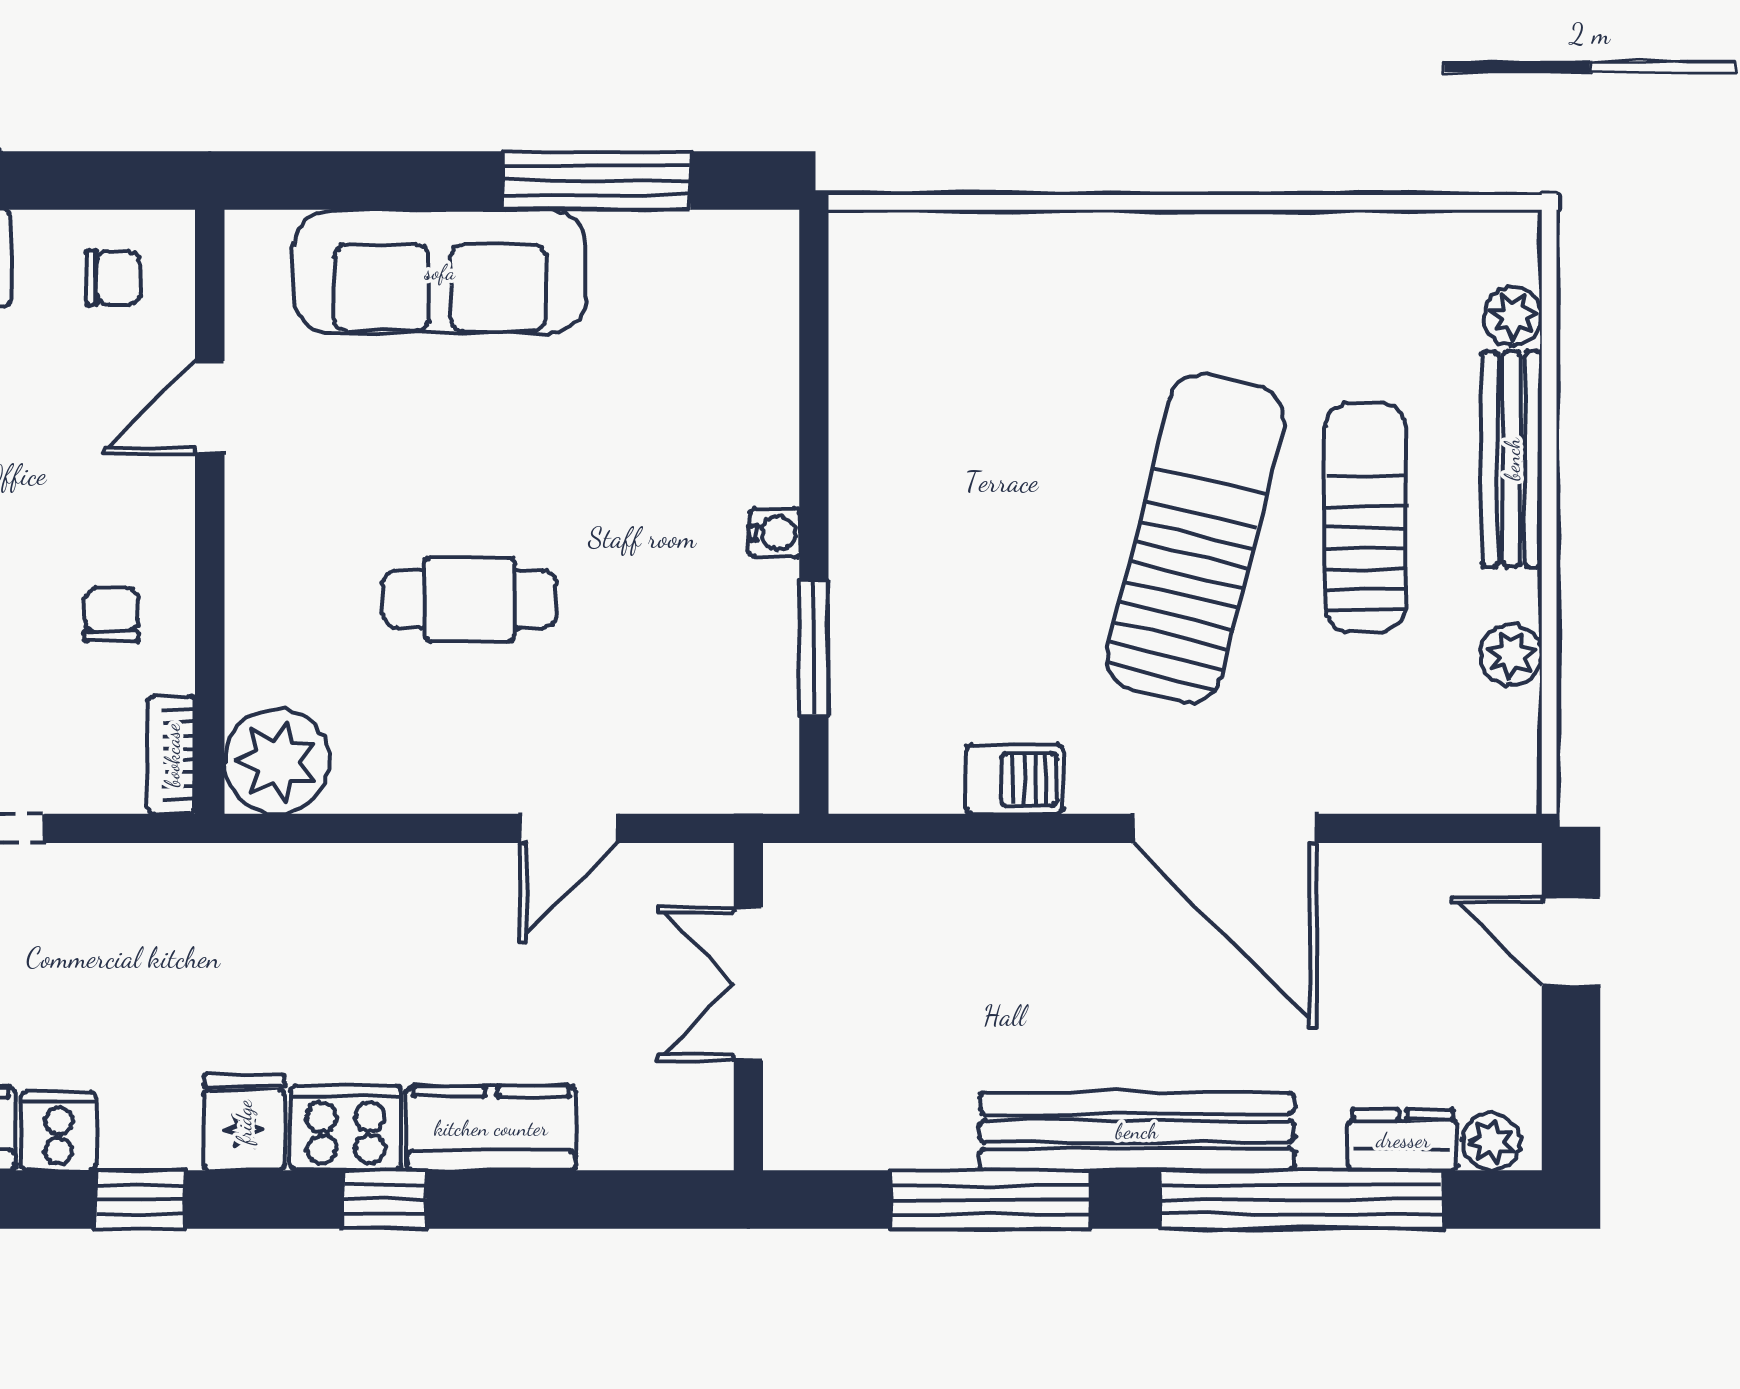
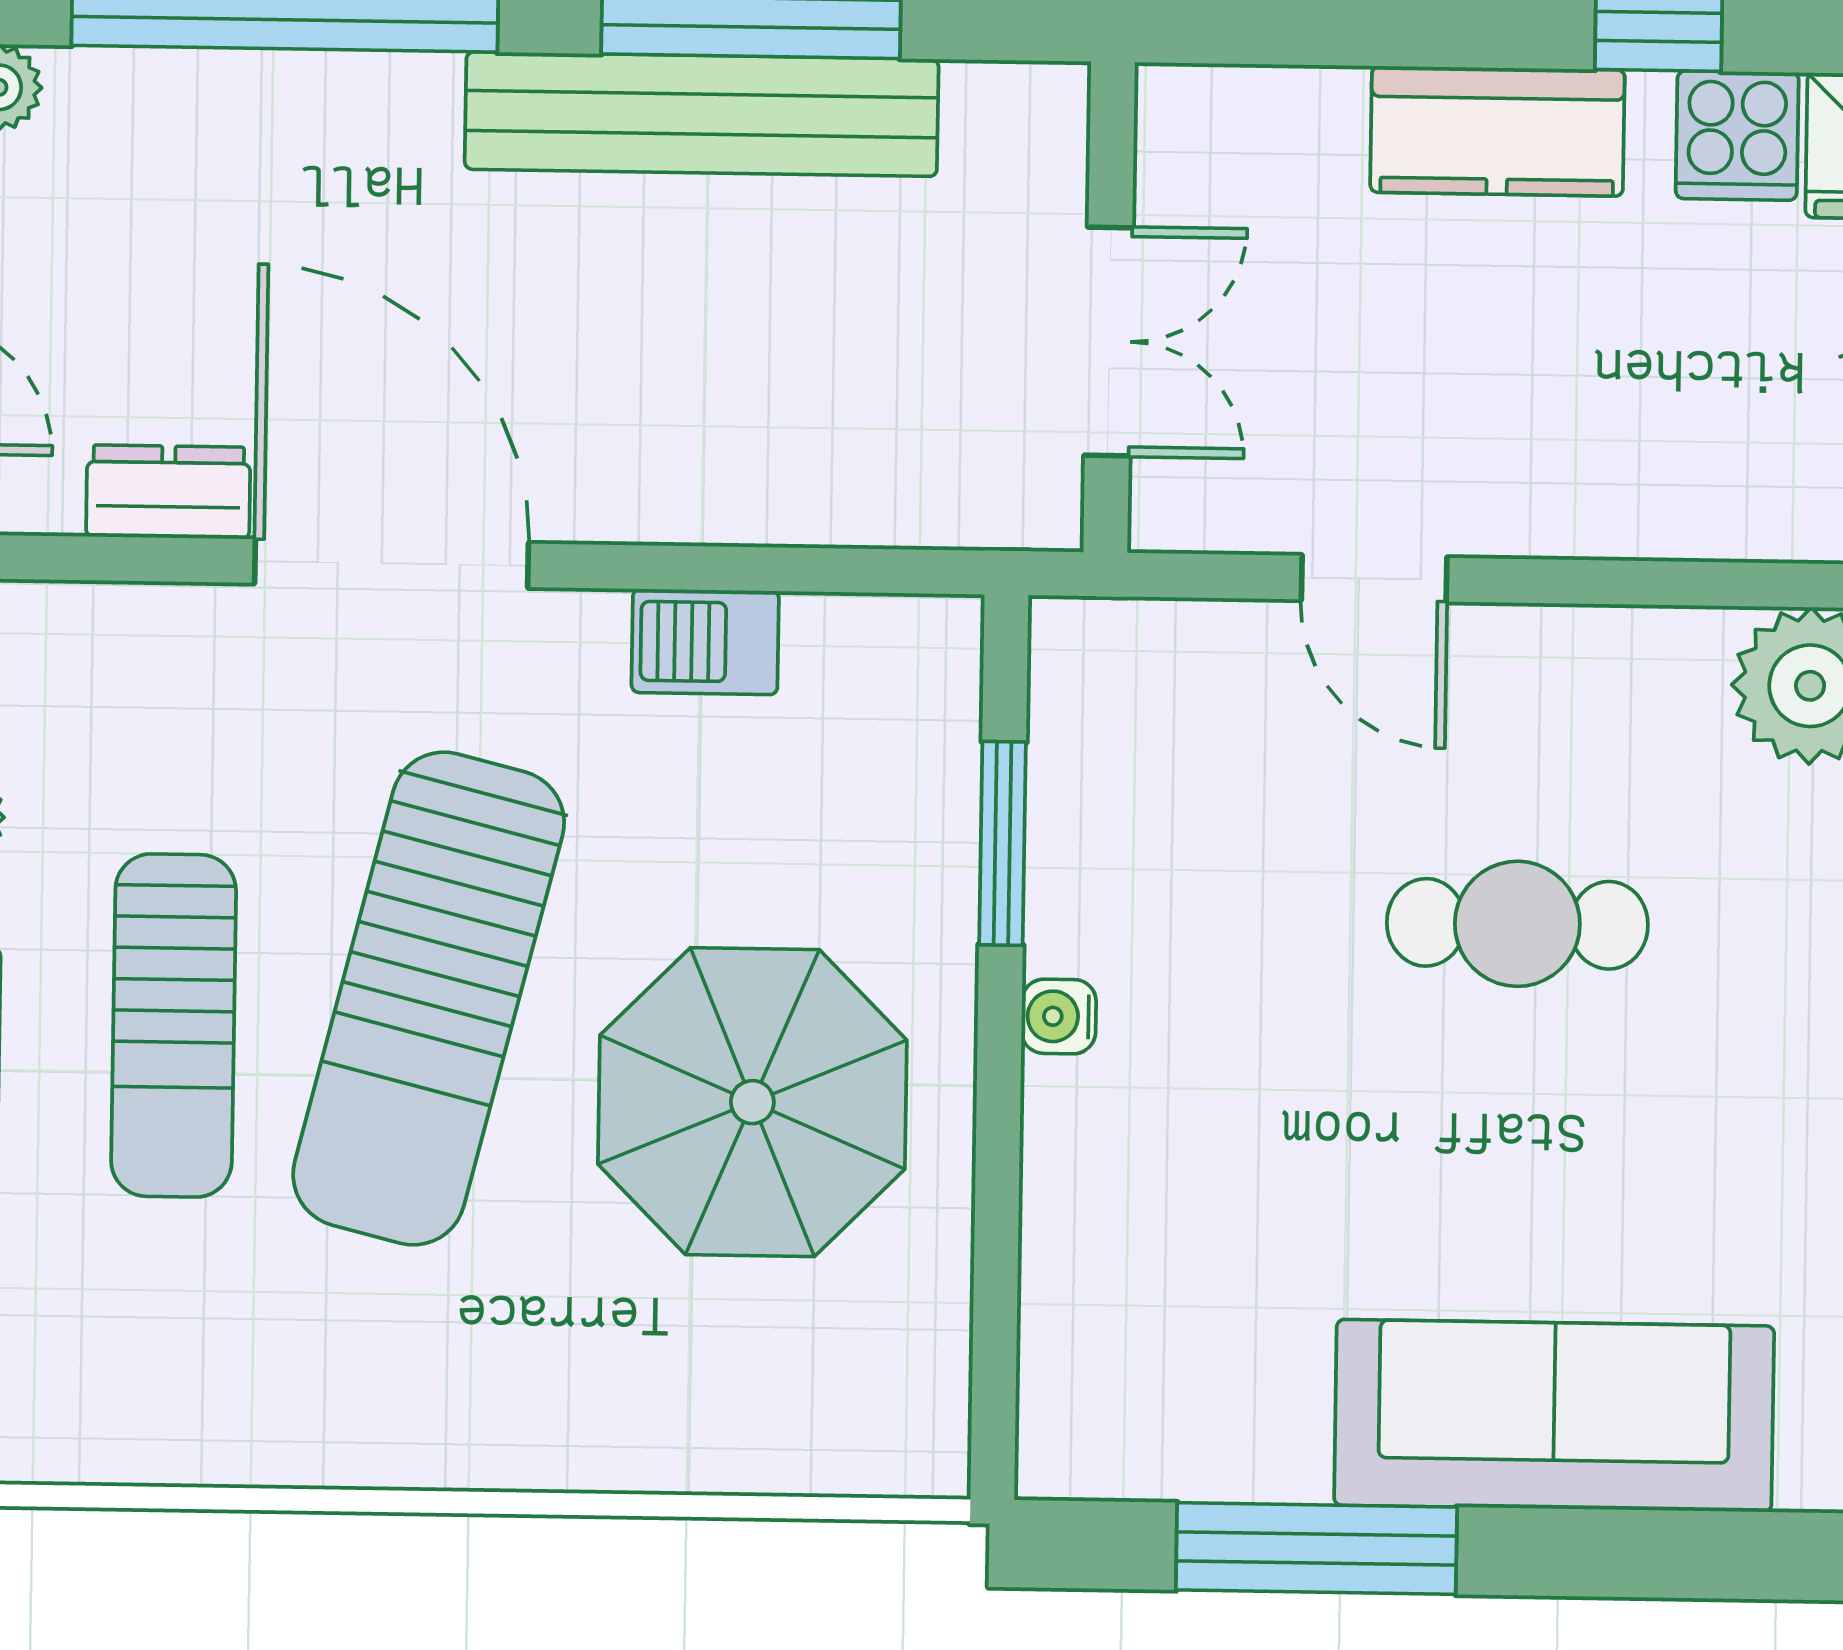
parasol: (978, 472) -> (752, 1102), added
door: (569, 828) -> (1374, 579), swing flipped
cooker: (346, 1128) -> (1737, 136), width x0.73
bench: (1137, 1131) -> (702, 114), moved
dresser: (1403, 1140) -> (168, 492), moved, turned 180

